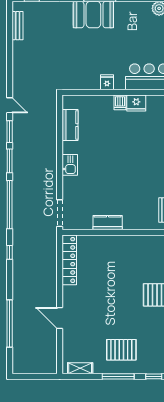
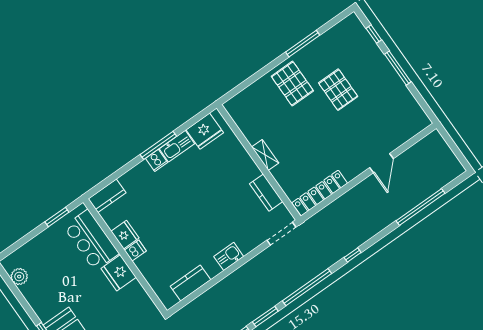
fridge: (107, 82) -> (119, 273), width x1.88, depth x1.34
kitchen counter: (108, 223) -> (266, 193), moved
pallet: (121, 350) -> (338, 90), moved
shelving: (80, 368) -> (265, 155), moved

